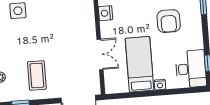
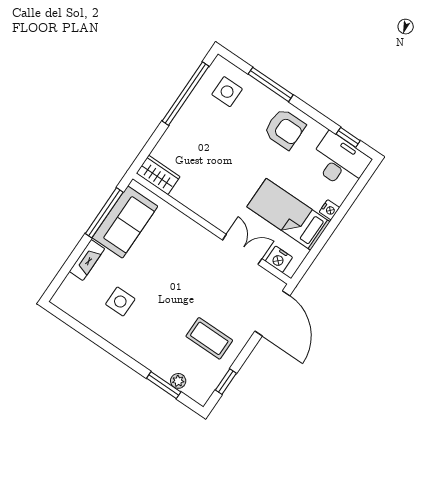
nightstand: (106, 13) -> (279, 259), moved
armchair: (169, 21) -> (285, 129), moved

